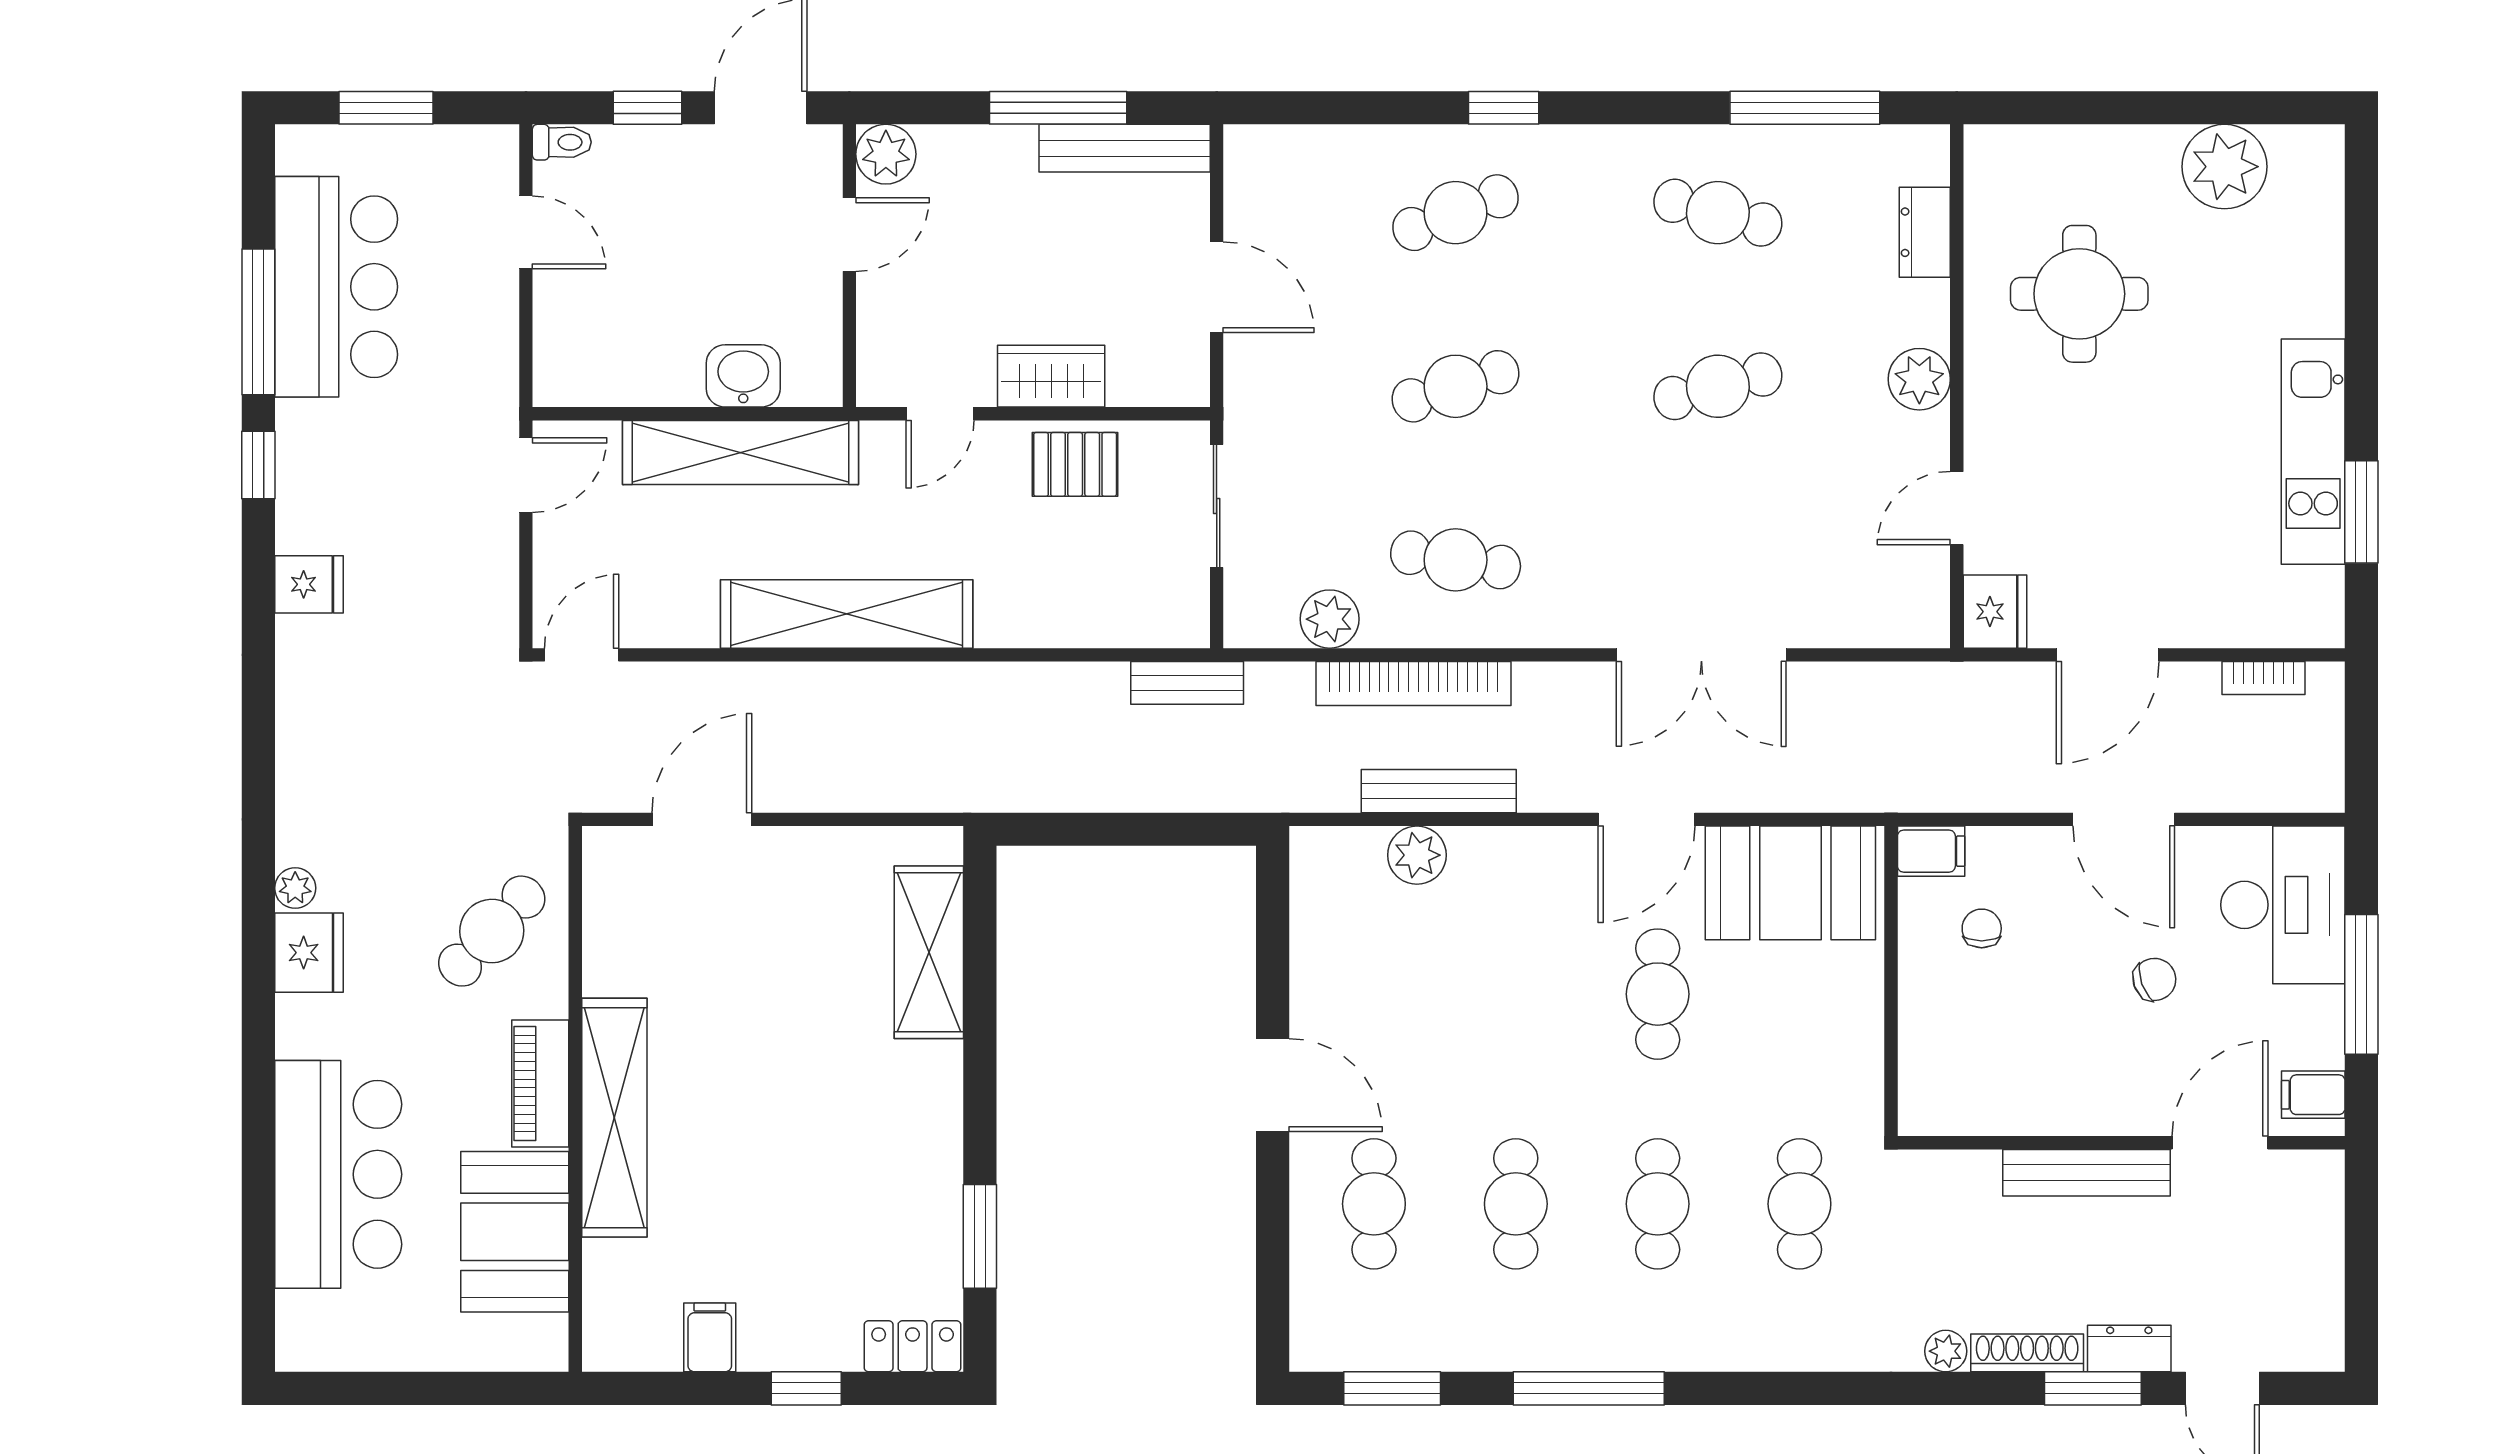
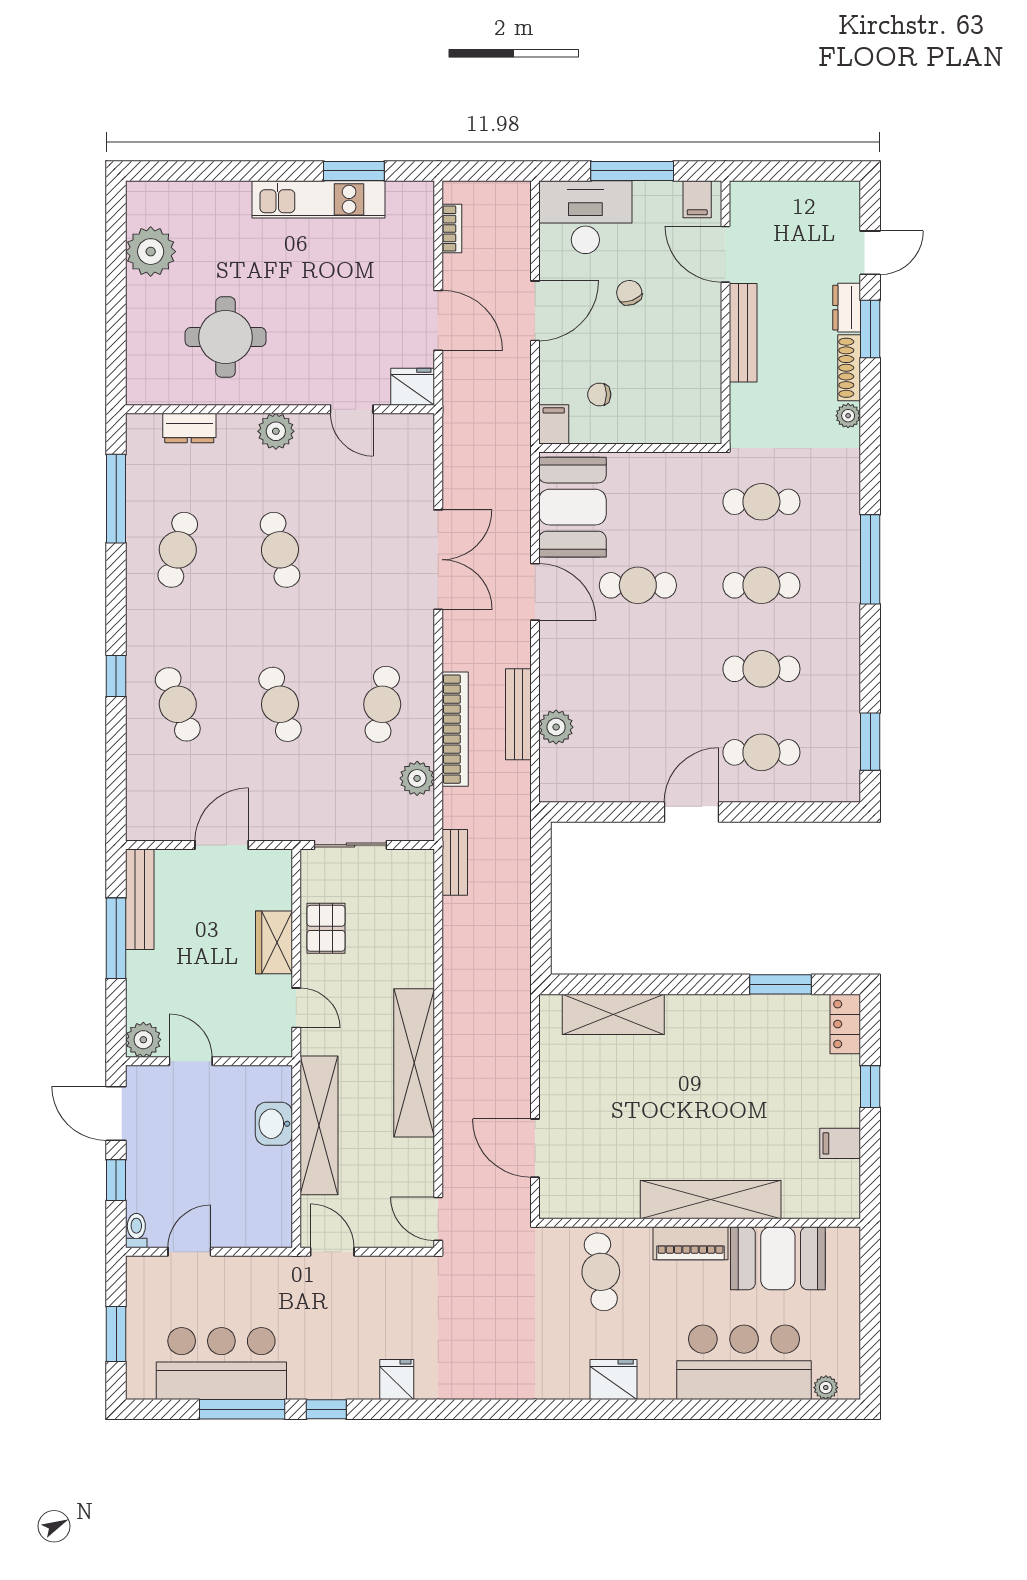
plant: (295, 888) -> (826, 1388), moved
cafe table: (492, 931) -> (601, 1272), turned 40
window: (1589, 1388) -> (870, 559), moved

